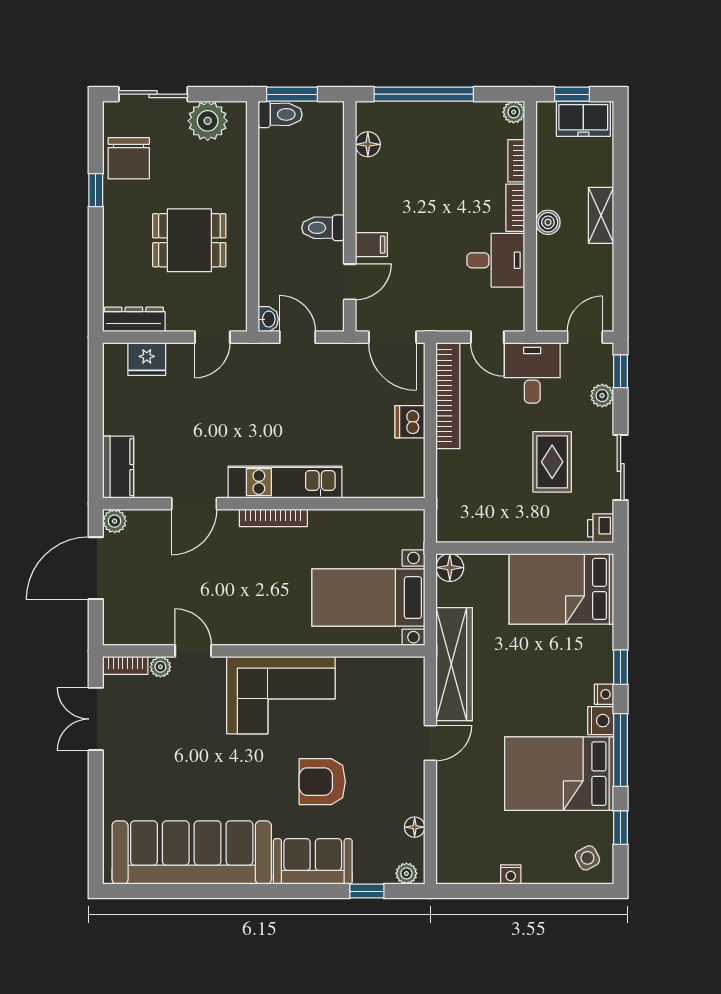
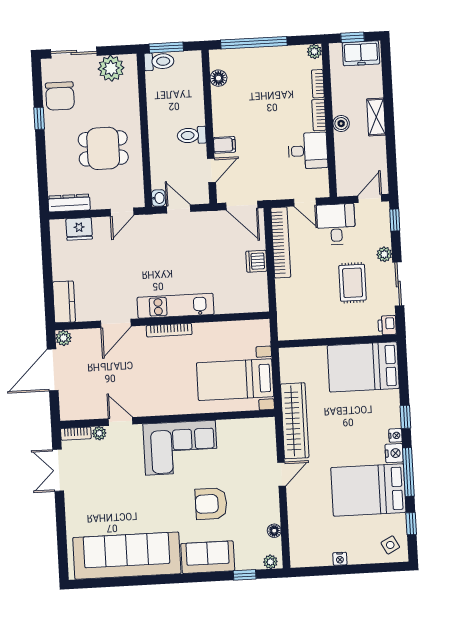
plant: (602, 396) -> (384, 254), moved
floor lamp: (450, 568) -> (288, 357), removed

